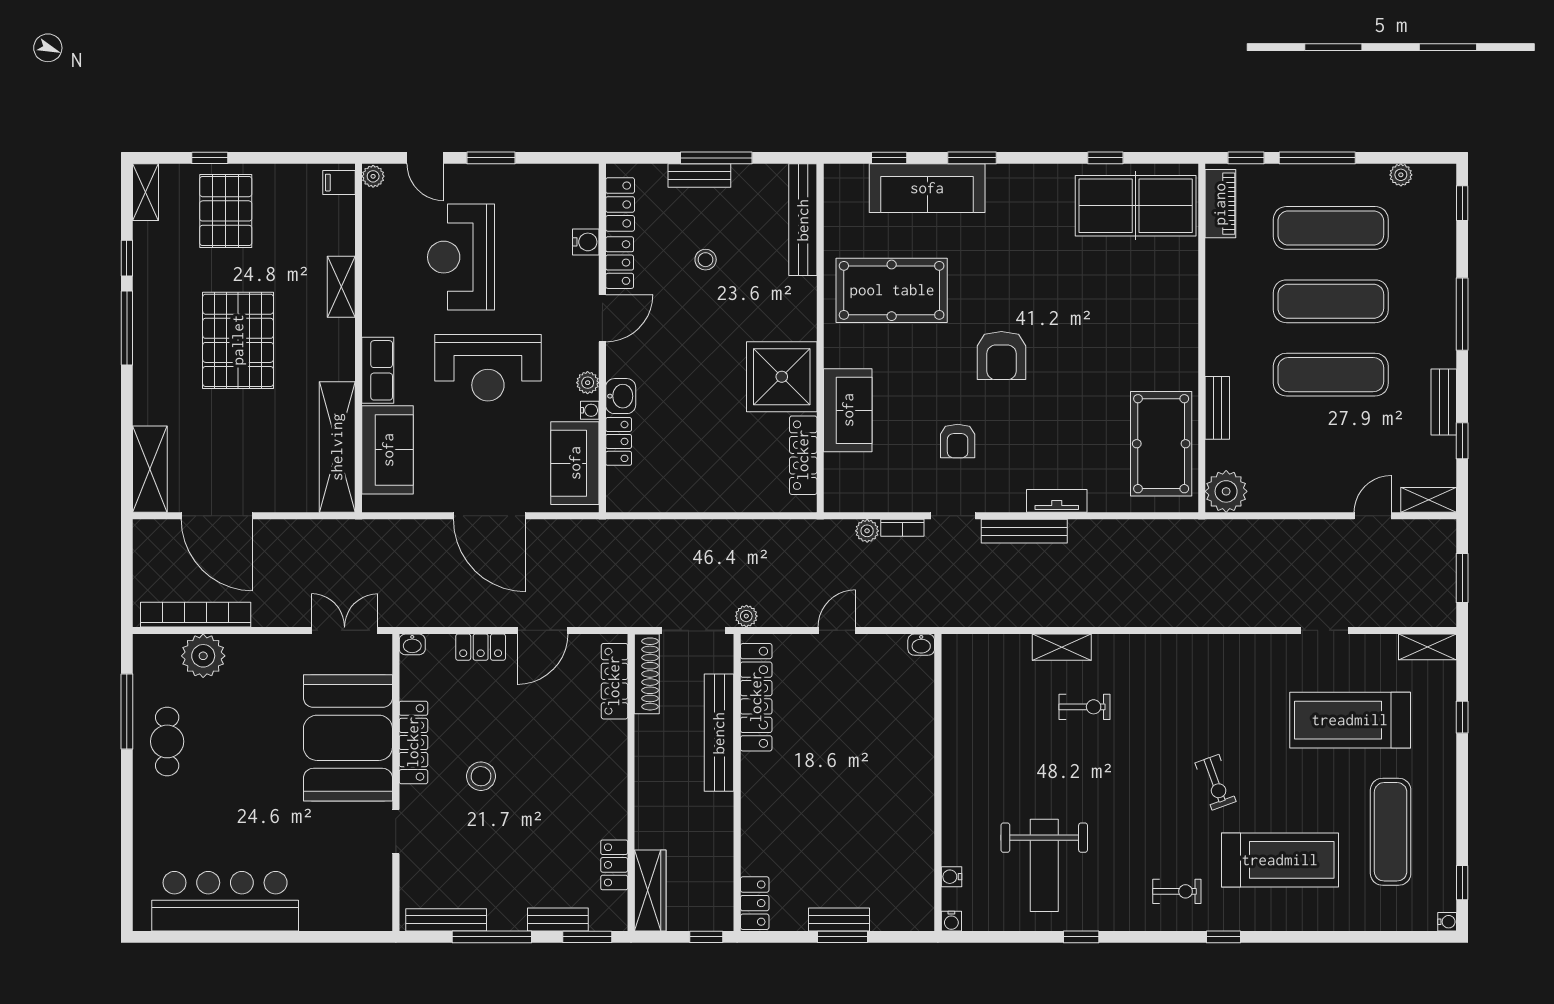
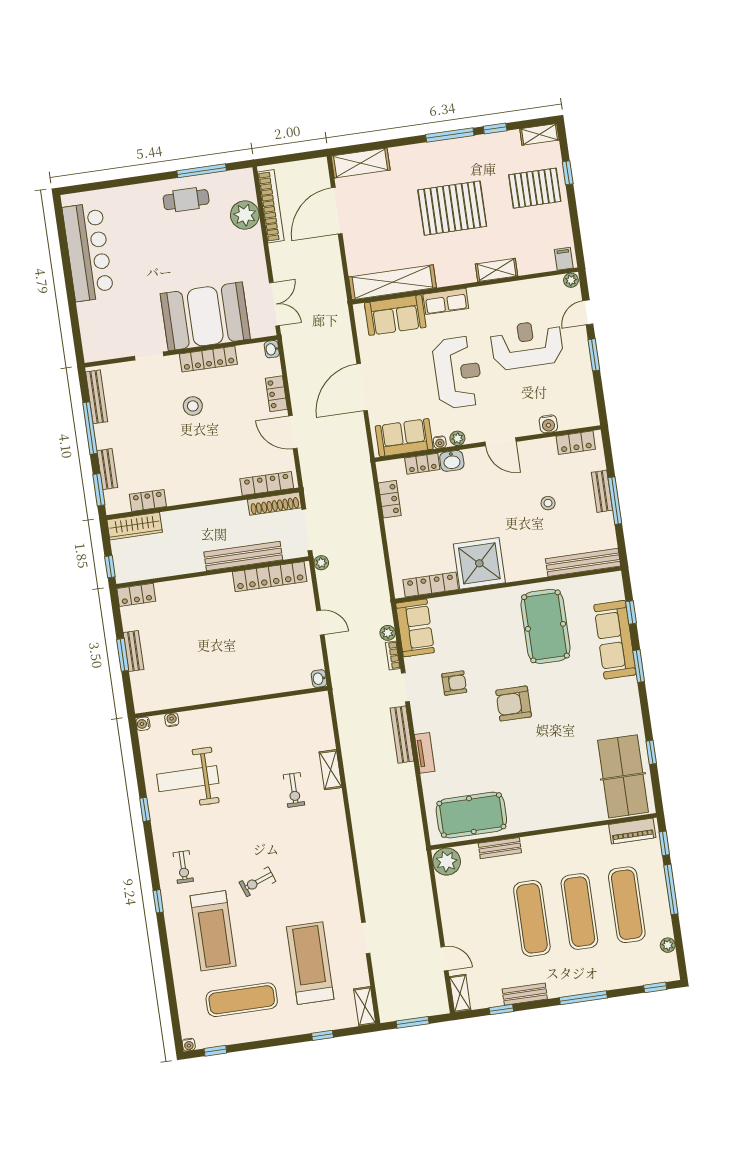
locker: (620, 263) -> (390, 499), moved, turned -90
reception desk: (488, 368) -> (458, 372), turned 180
sofa: (848, 410) -> (415, 628), moved, turned -90
armchair: (958, 441) -> (454, 683), turned 180

